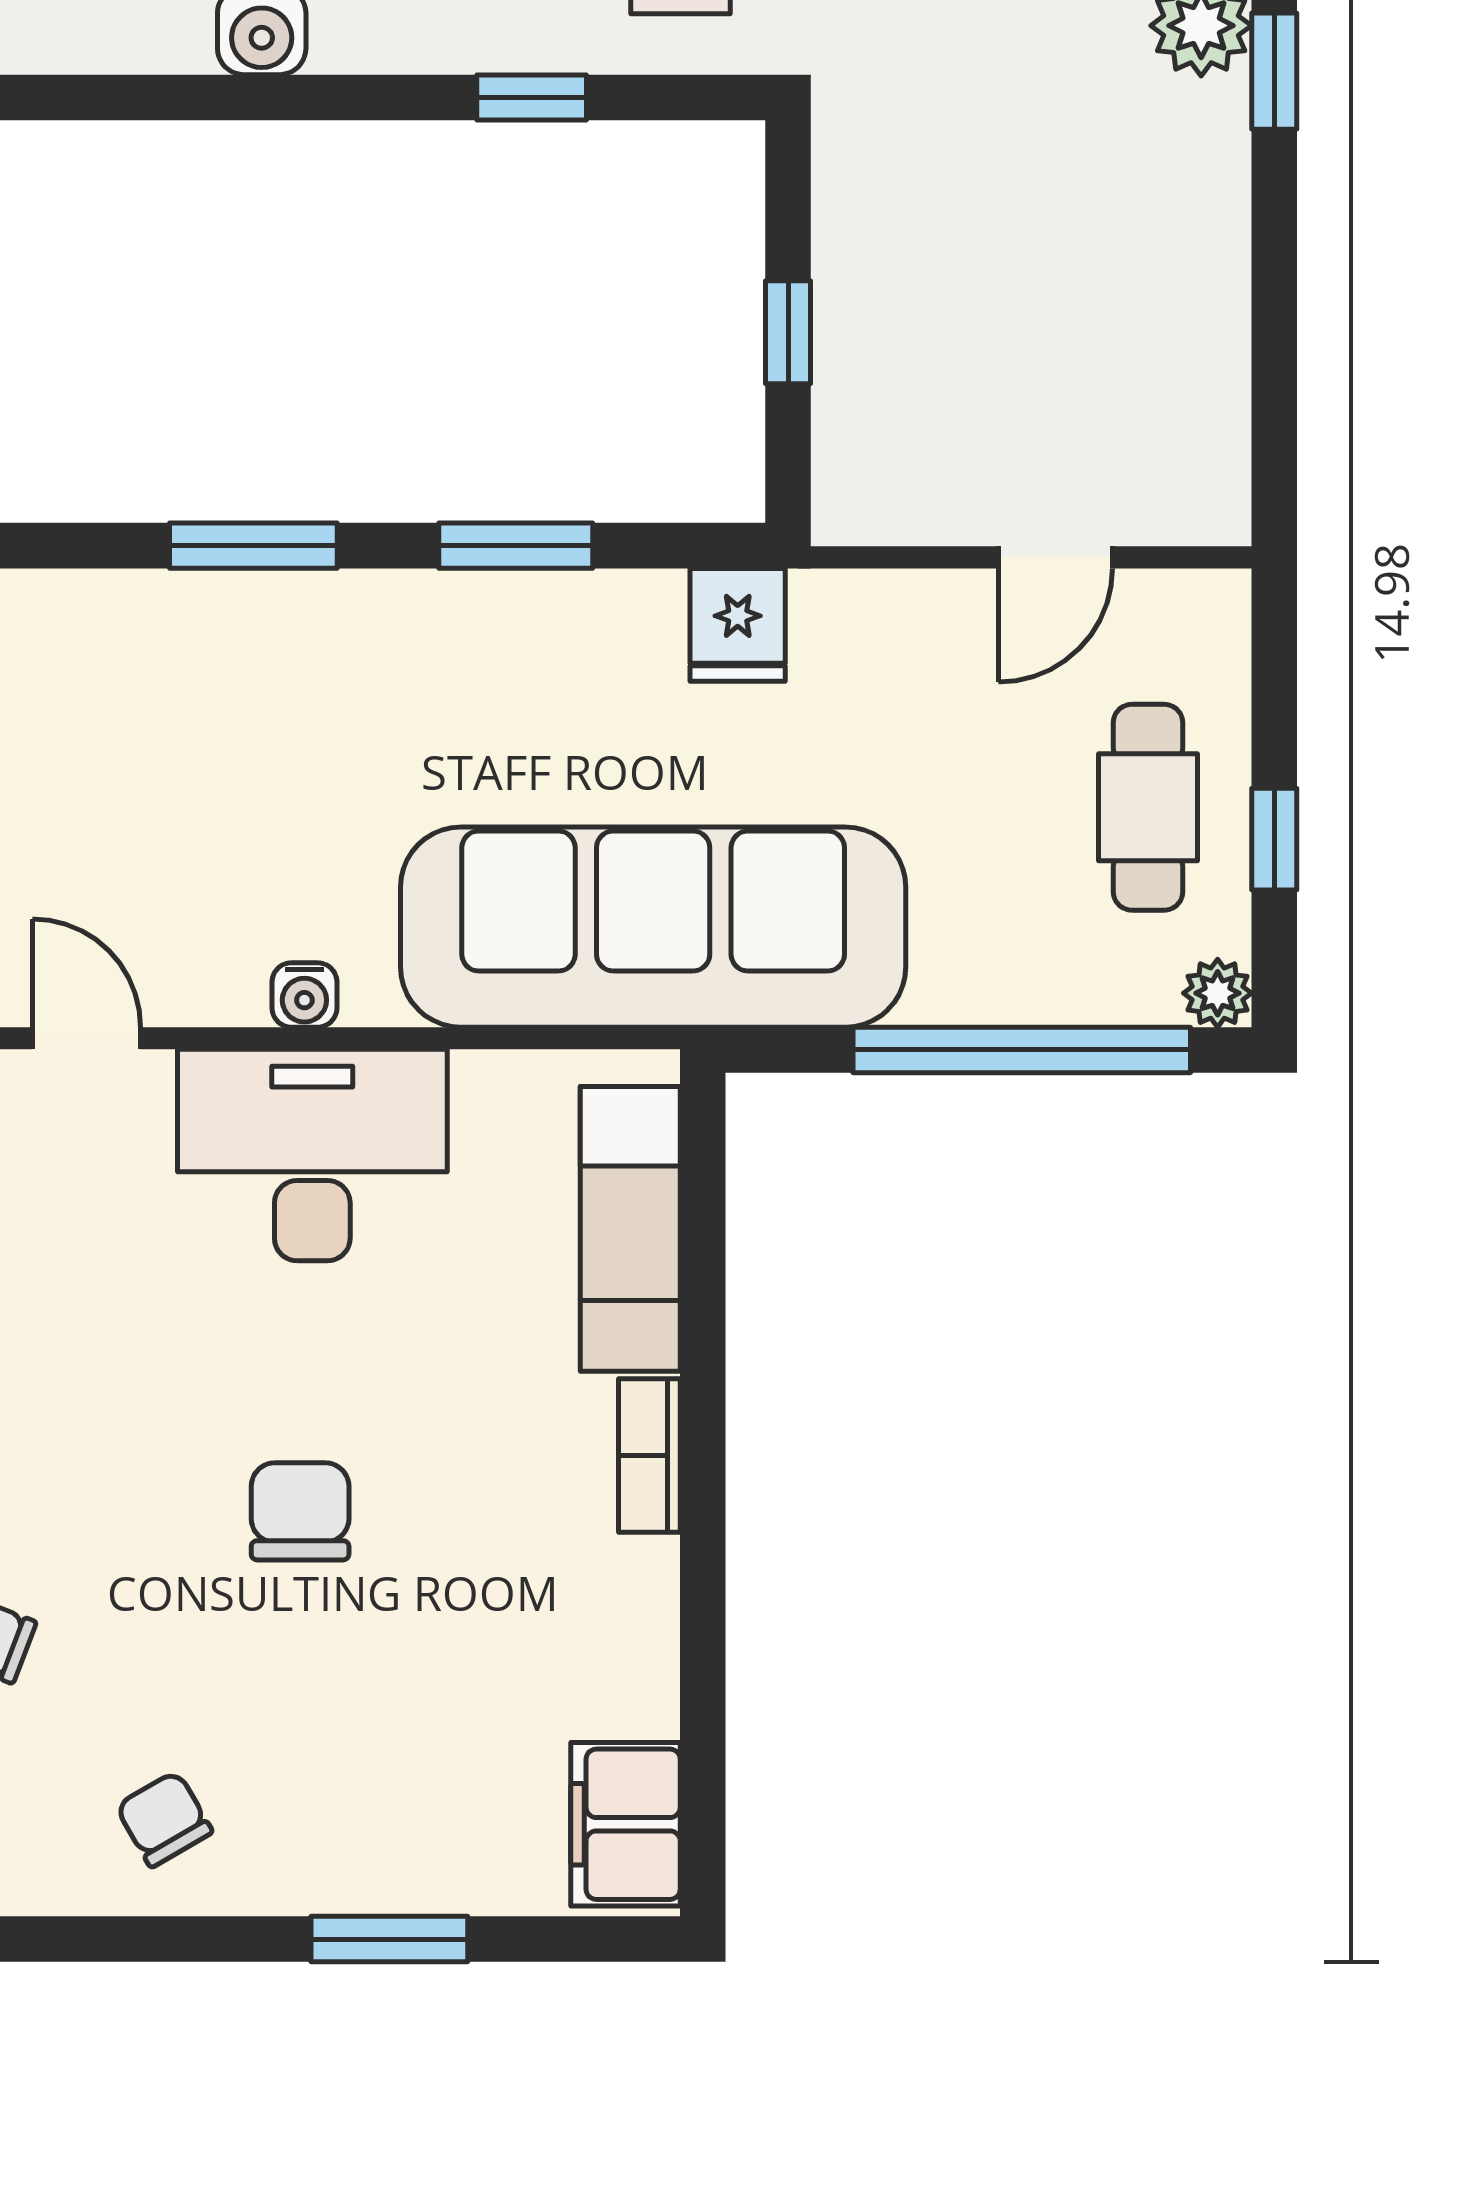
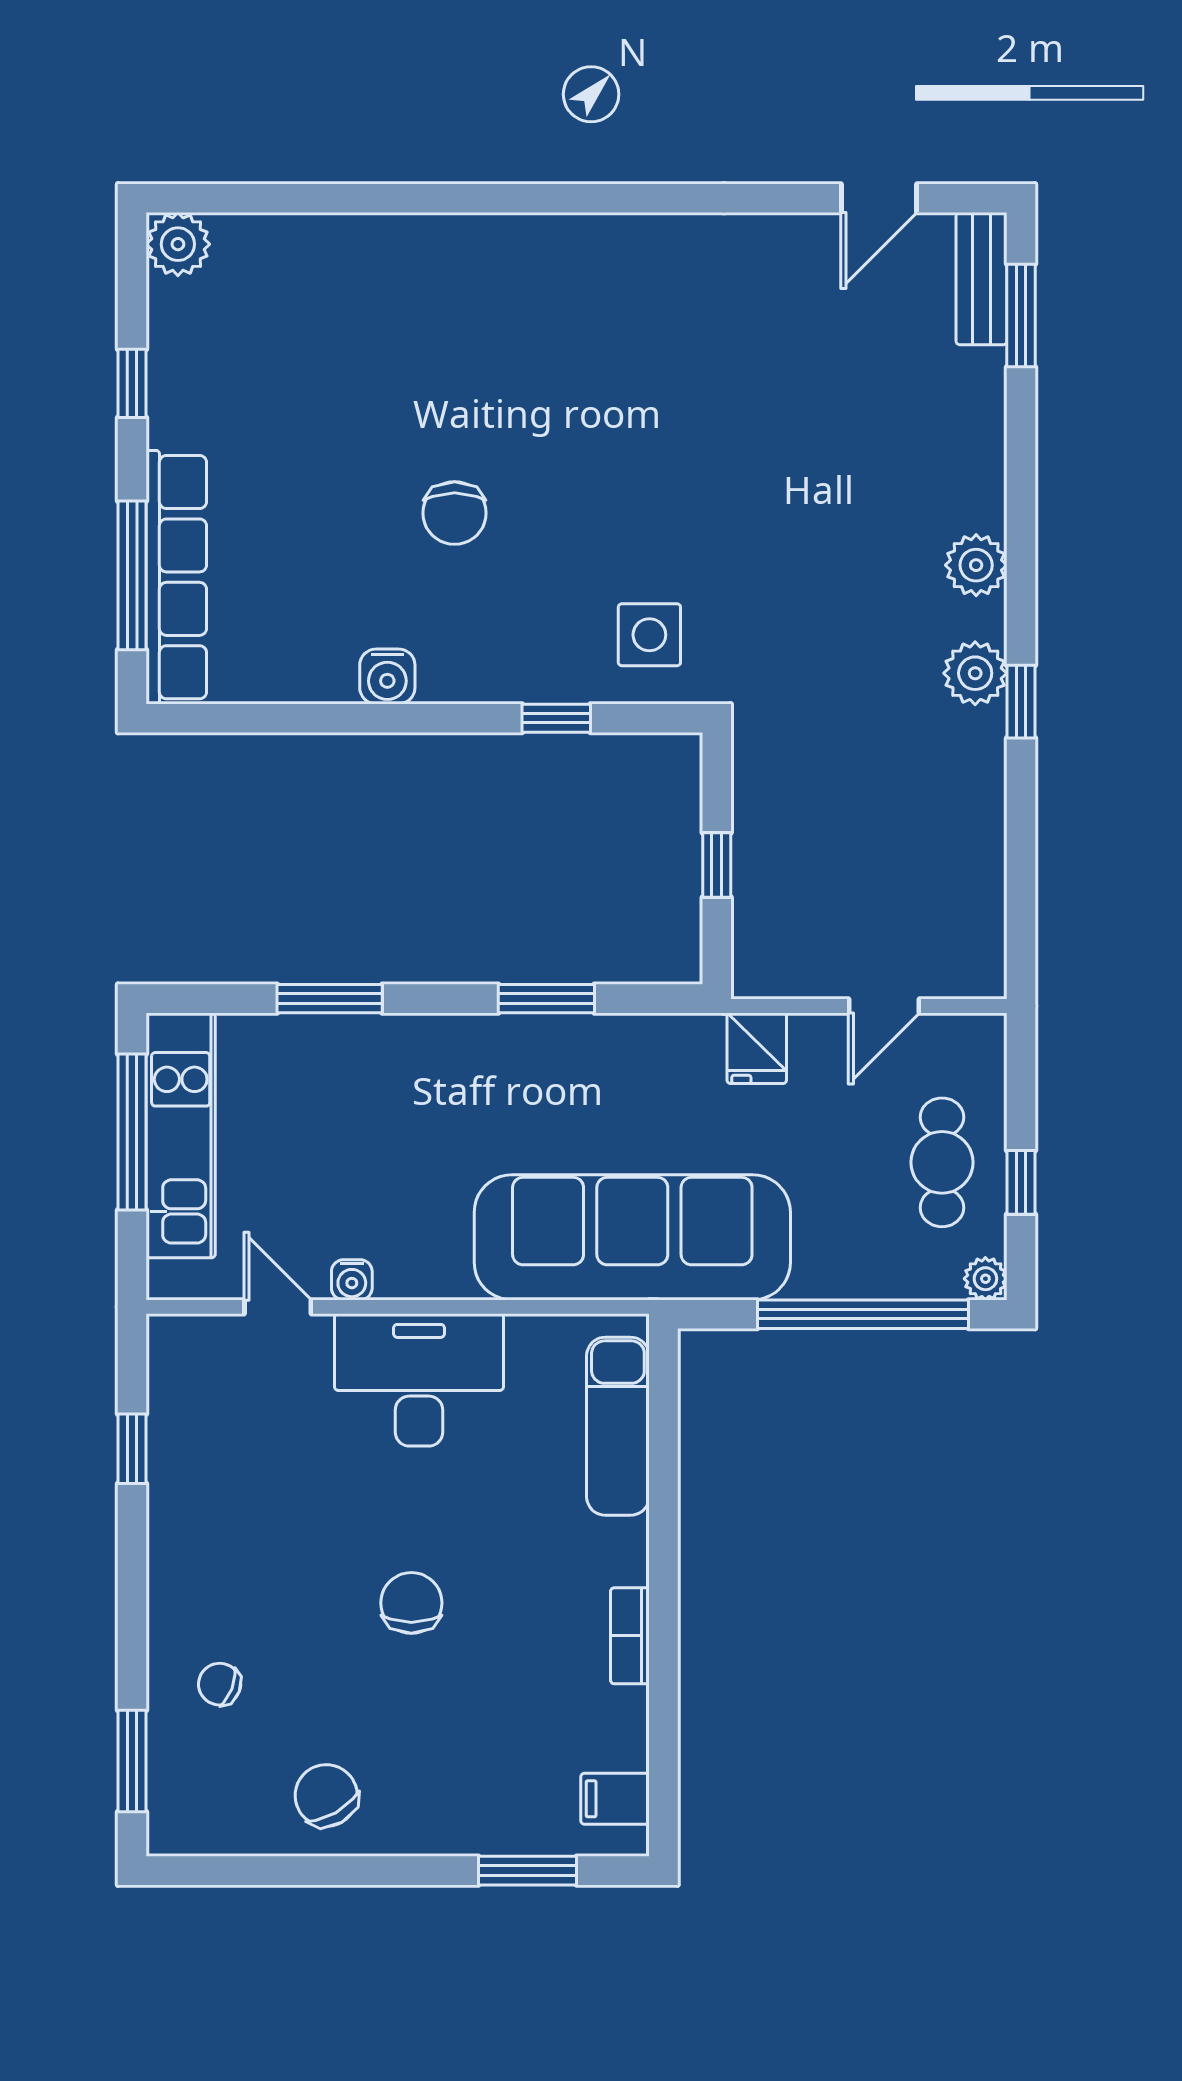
window: (253, 546) -> (330, 999), moved
fridge: (738, 625) -> (757, 1048), moved
water cooler: (304, 995) -> (352, 1280), moved
bookcase: (649, 1456) -> (630, 1636), moved
chair: (164, 1819) -> (326, 1796), width x1.37, depth x1.37
filing cabinet: (626, 1824) -> (615, 1799), width x0.50
window: (389, 1939) -> (528, 1871), moved

